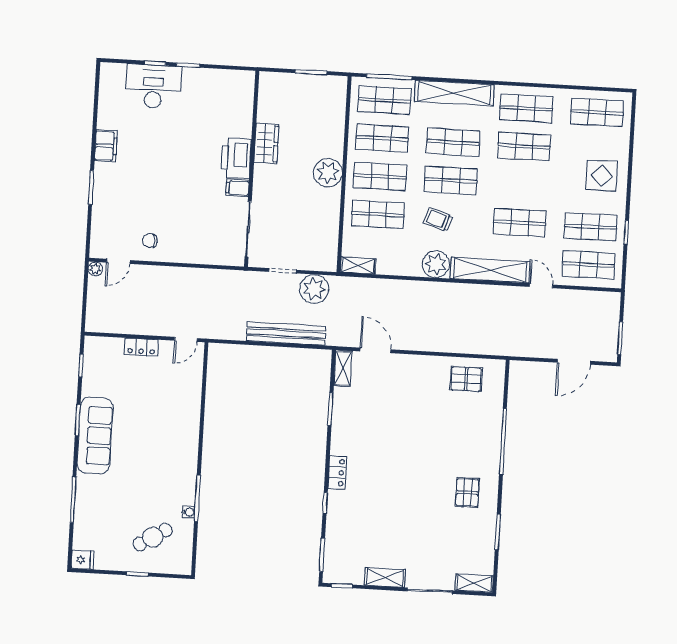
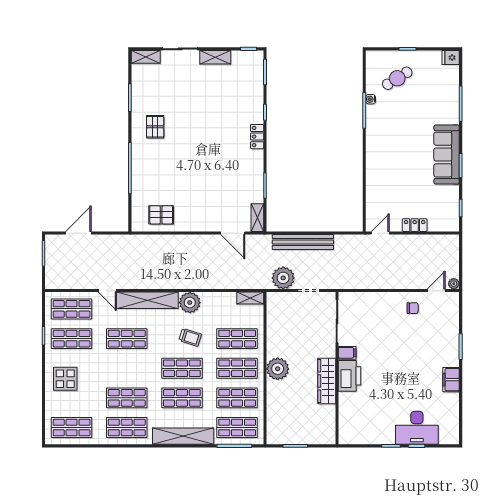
wardrobe: (266, 143) -> (327, 381), width x1.50

